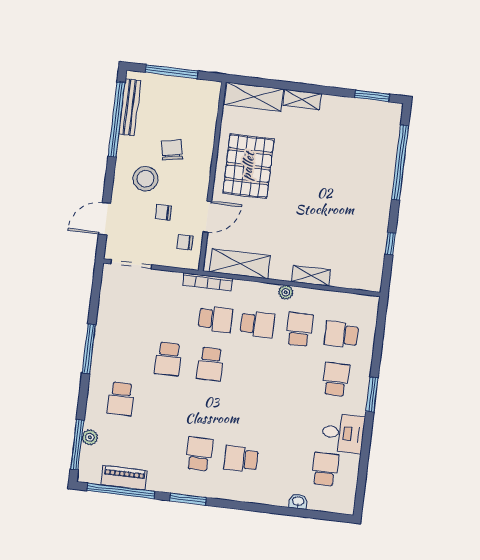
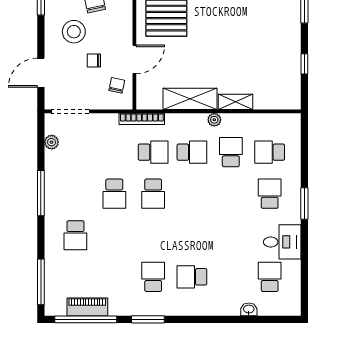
chair: (185, 242) -> (117, 85), turned 102
shelving: (240, 264) -> (190, 99), moved
plant: (90, 437) -> (52, 142), moved

